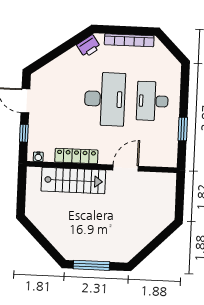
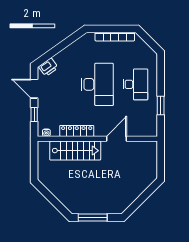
printer: (89, 46) -> (48, 67), moved
desk: (152, 101) -> (136, 84), turned 180

